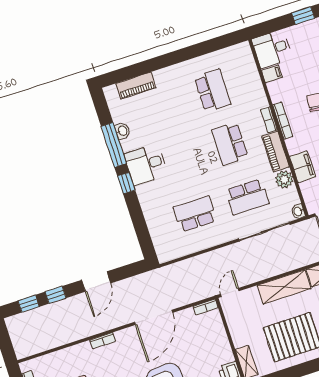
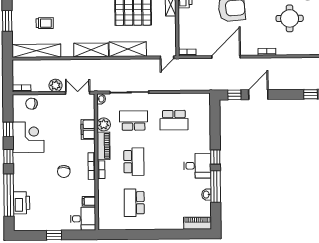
piano: (136, 86) -> (198, 223), moved
window: (56, 295) -> (234, 95), moved

